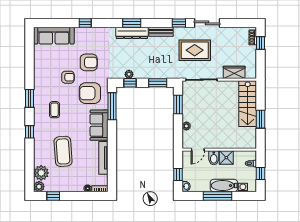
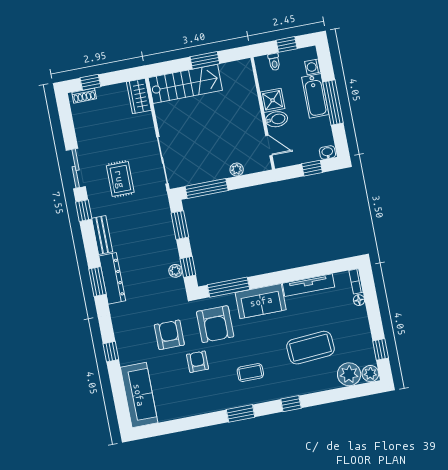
rug: (195, 50) -> (120, 179), width x0.73, depth x0.70
wardrobe: (234, 72) -> (139, 96), moved
window: (178, 104) -> (207, 188), width x1.44

